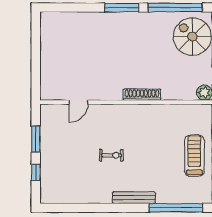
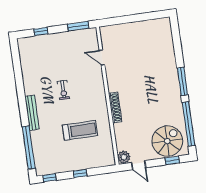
window: (36, 139) -> (78, 26), moved
treadmill: (194, 156) -> (80, 130), moved

